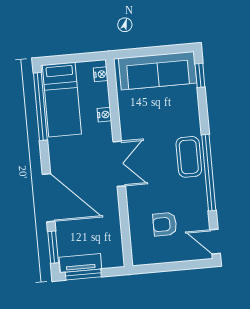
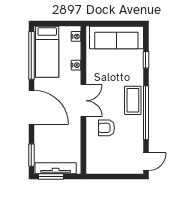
window: (200, 75) -> (146, 60), moved
door: (49, 198) -> (31, 107), moved
armchair: (165, 224) -> (106, 128), moved
door: (215, 242) -> (146, 162), swing flipped
tv unit: (80, 263) -> (56, 168), width x1.41

